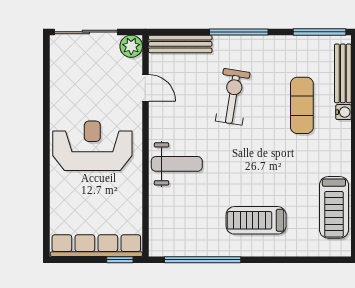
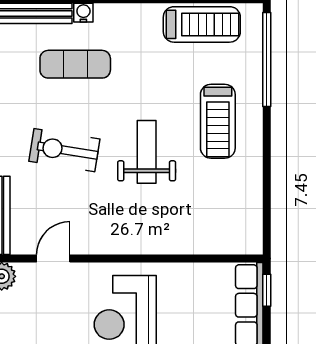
weight bench: (177, 164) -> (147, 152), moved
window: (203, 260) -> (267, 60), moved

